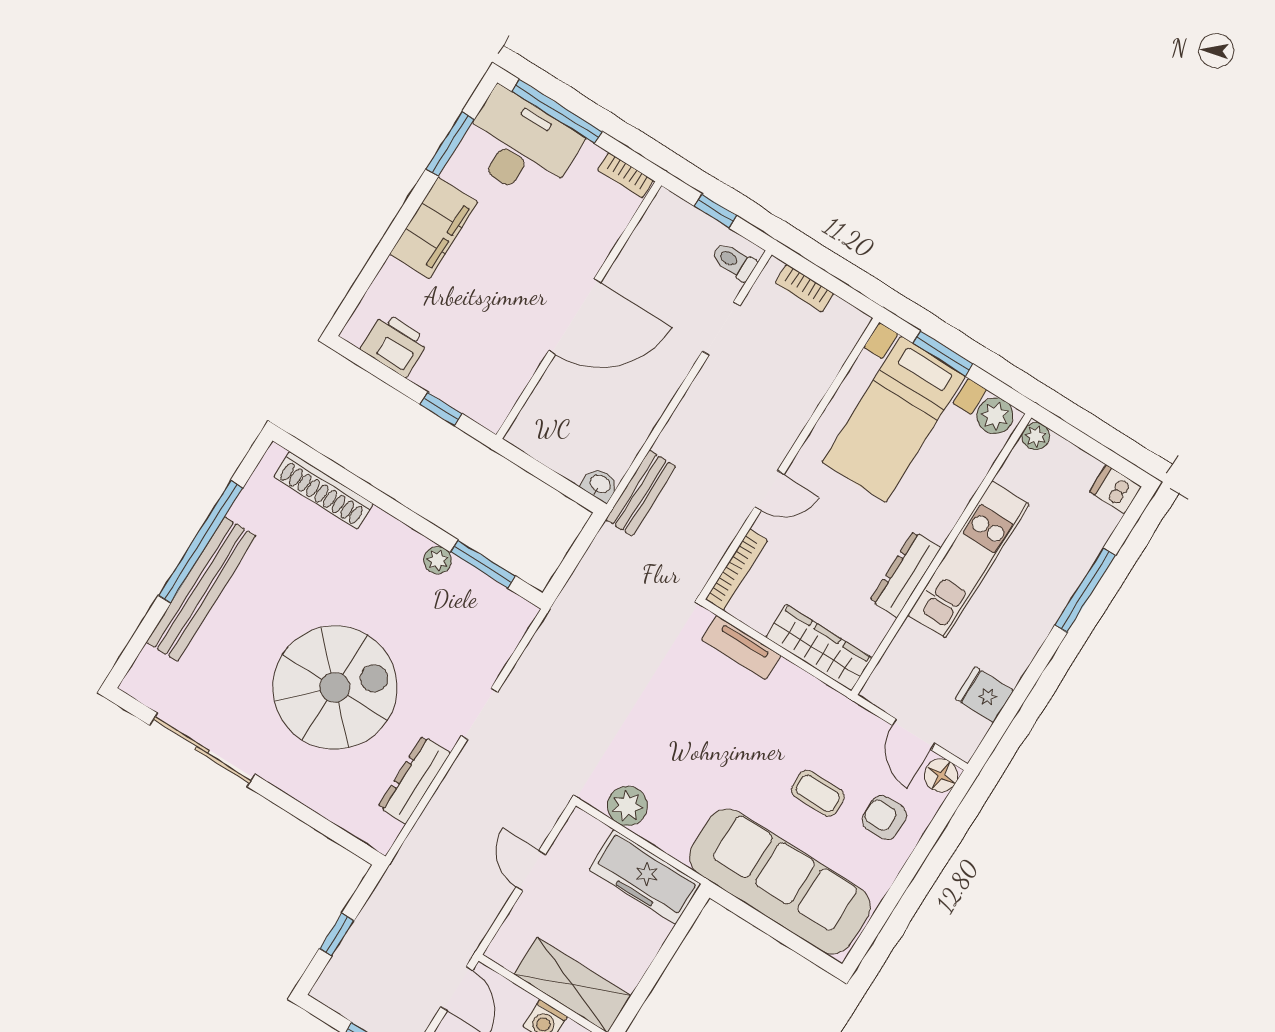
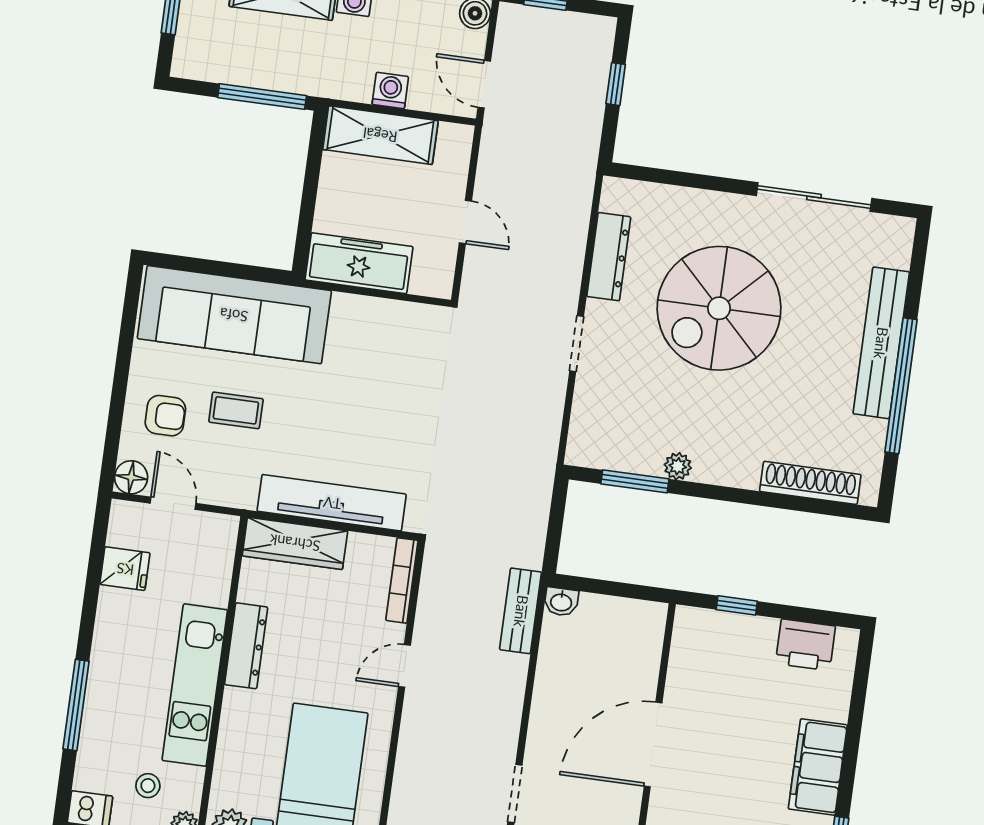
stool: (1053, 487) -> (148, 786), added
tv unit: (741, 647) -> (332, 503), width x1.92, depth x1.29
plant: (627, 806) -> (404, 321), removed

